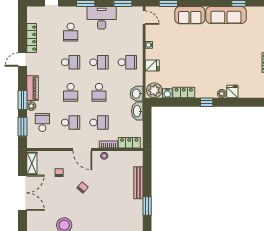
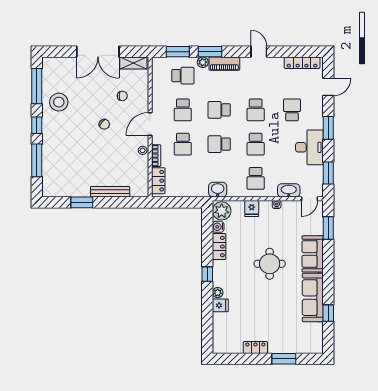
school desk: (71, 32) -> (292, 110), turned 90
locker: (32, 38) -> (302, 63), moved
round table: (198, 51) -> (270, 264), added
washbasin: (137, 111) -> (289, 190), moved

